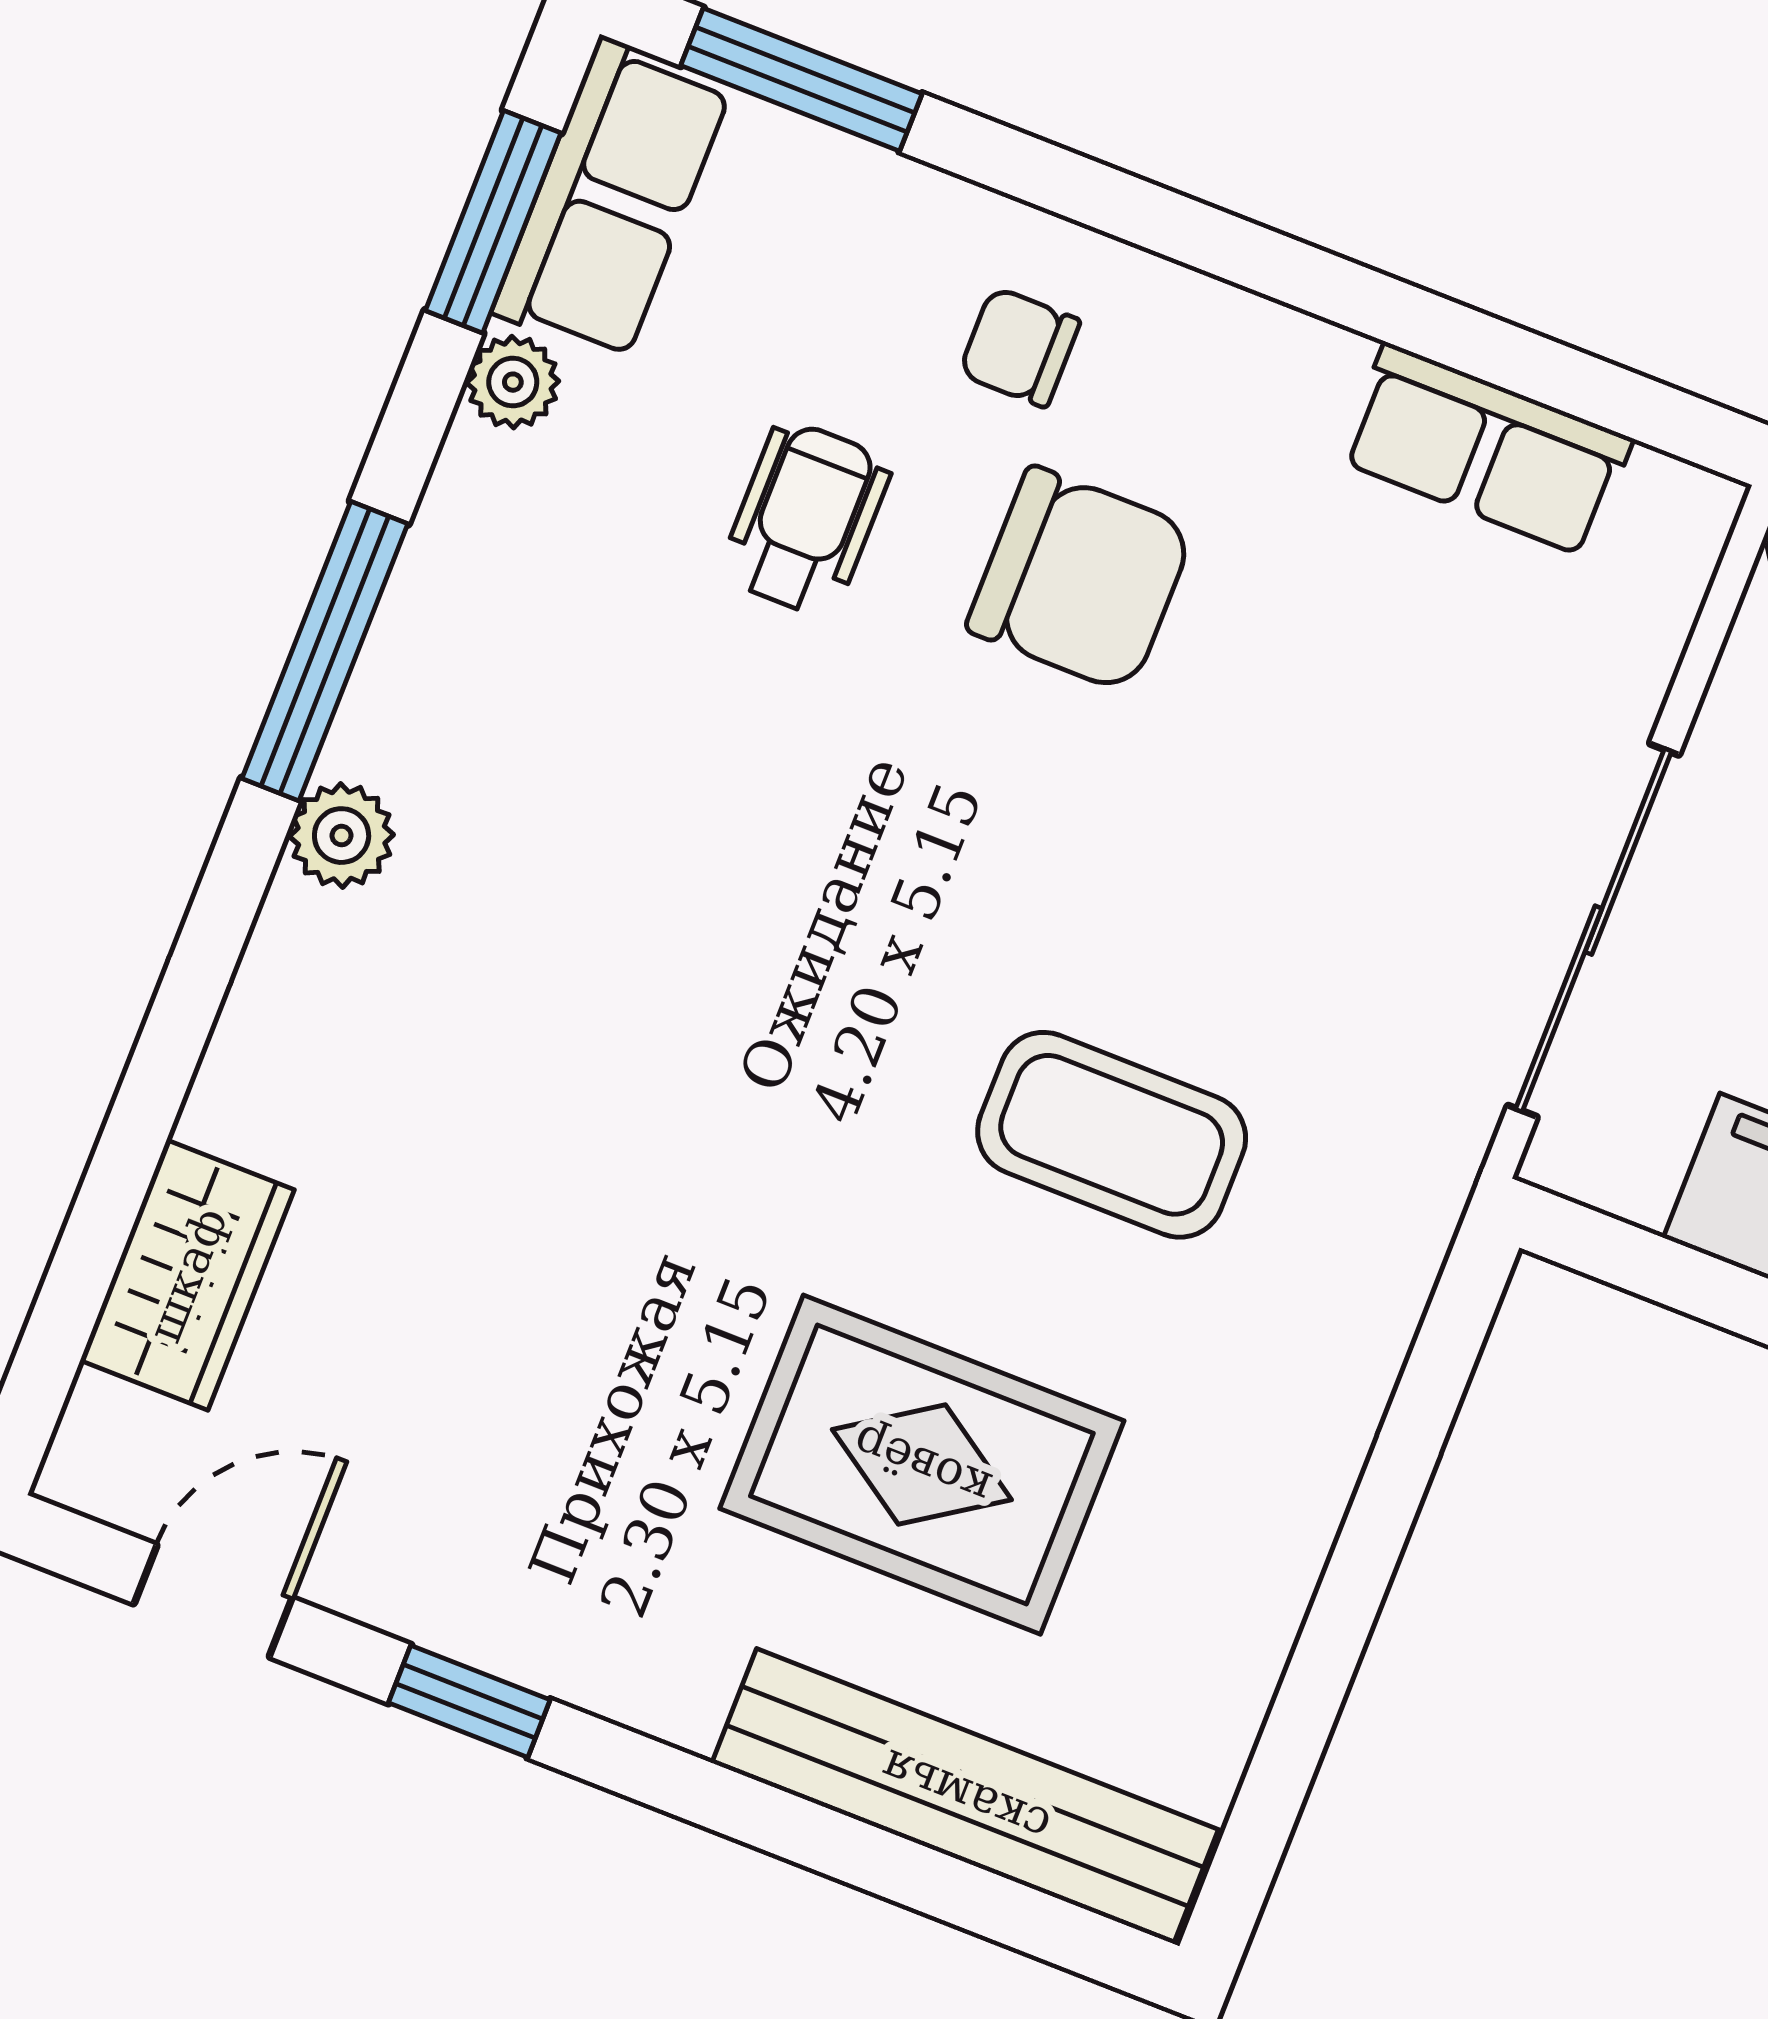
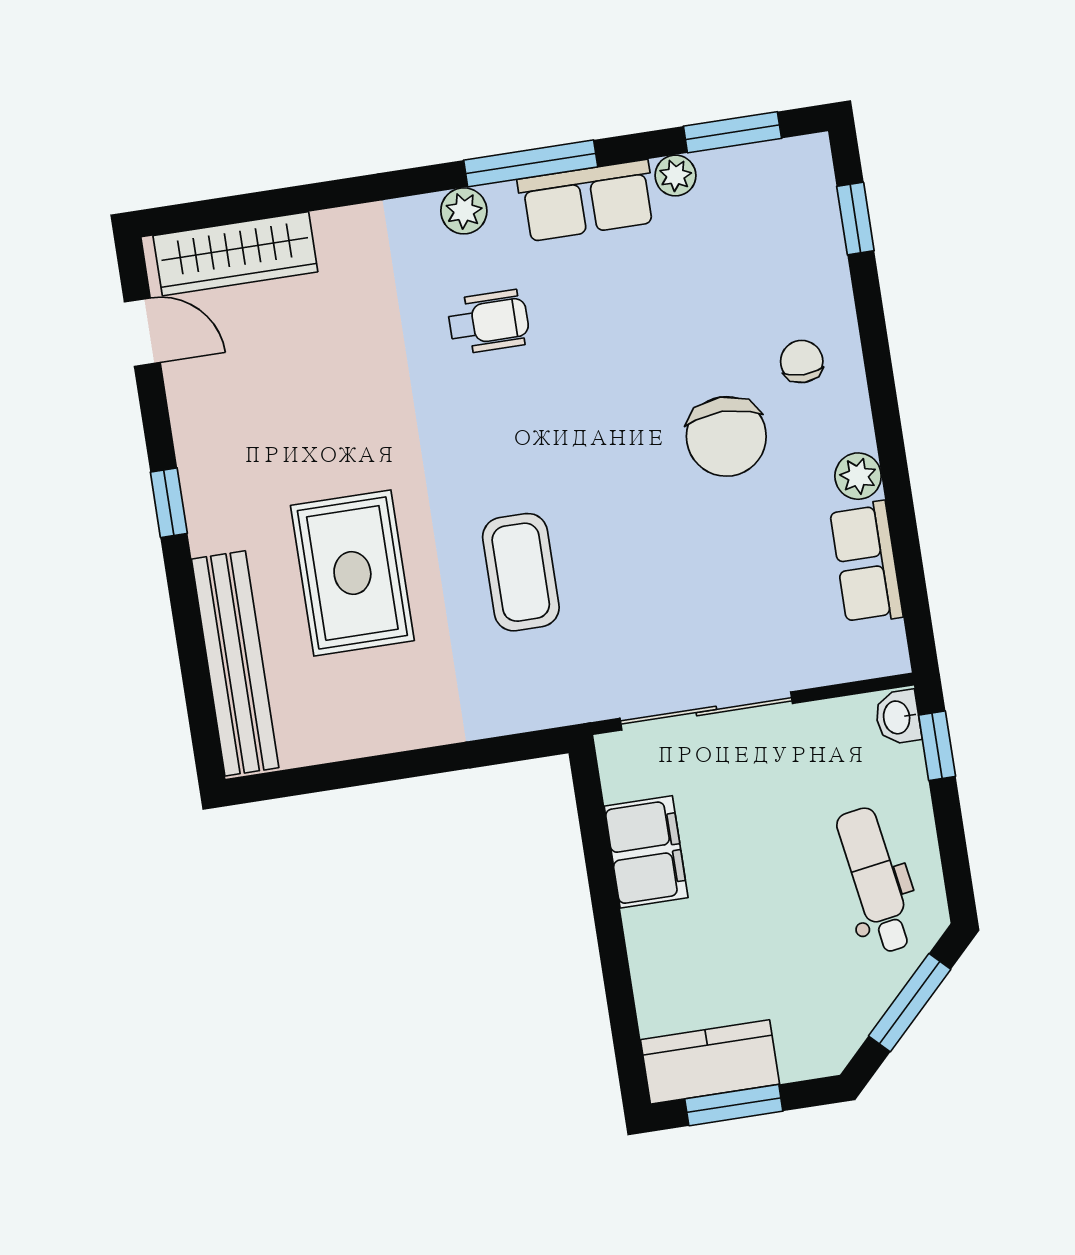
window: (801, 80) -> (855, 219), width x0.67
row of seats: (612, 200) -> (587, 201), moved
plant: (1307, 367) -> (858, 476), added
wheelchair: (806, 519) -> (489, 322), moved
wardrobe: (187, 1275) -> (235, 254), width x1.50
window: (469, 1701) -> (169, 503), moved

